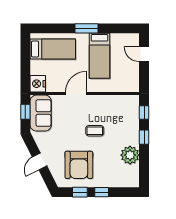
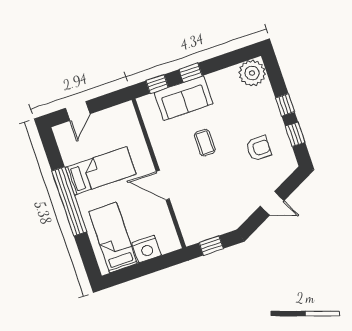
window: (86, 28) -> (69, 201), width x2.11
nightstand: (38, 84) -> (147, 249), moved
sofa: (41, 113) -> (184, 98), moved, turned 180
plant: (130, 155) -> (252, 73), moved
armchair: (79, 165) -> (259, 148), width x0.53, depth x0.53

